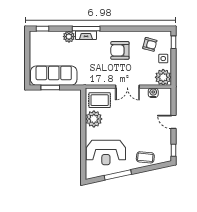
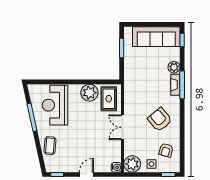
armchair: (120, 50) -> (160, 120), turned -40
sofa: (54, 76) -> (156, 37), moved, turned 90
water cooler: (153, 93) -> (116, 167), moved

